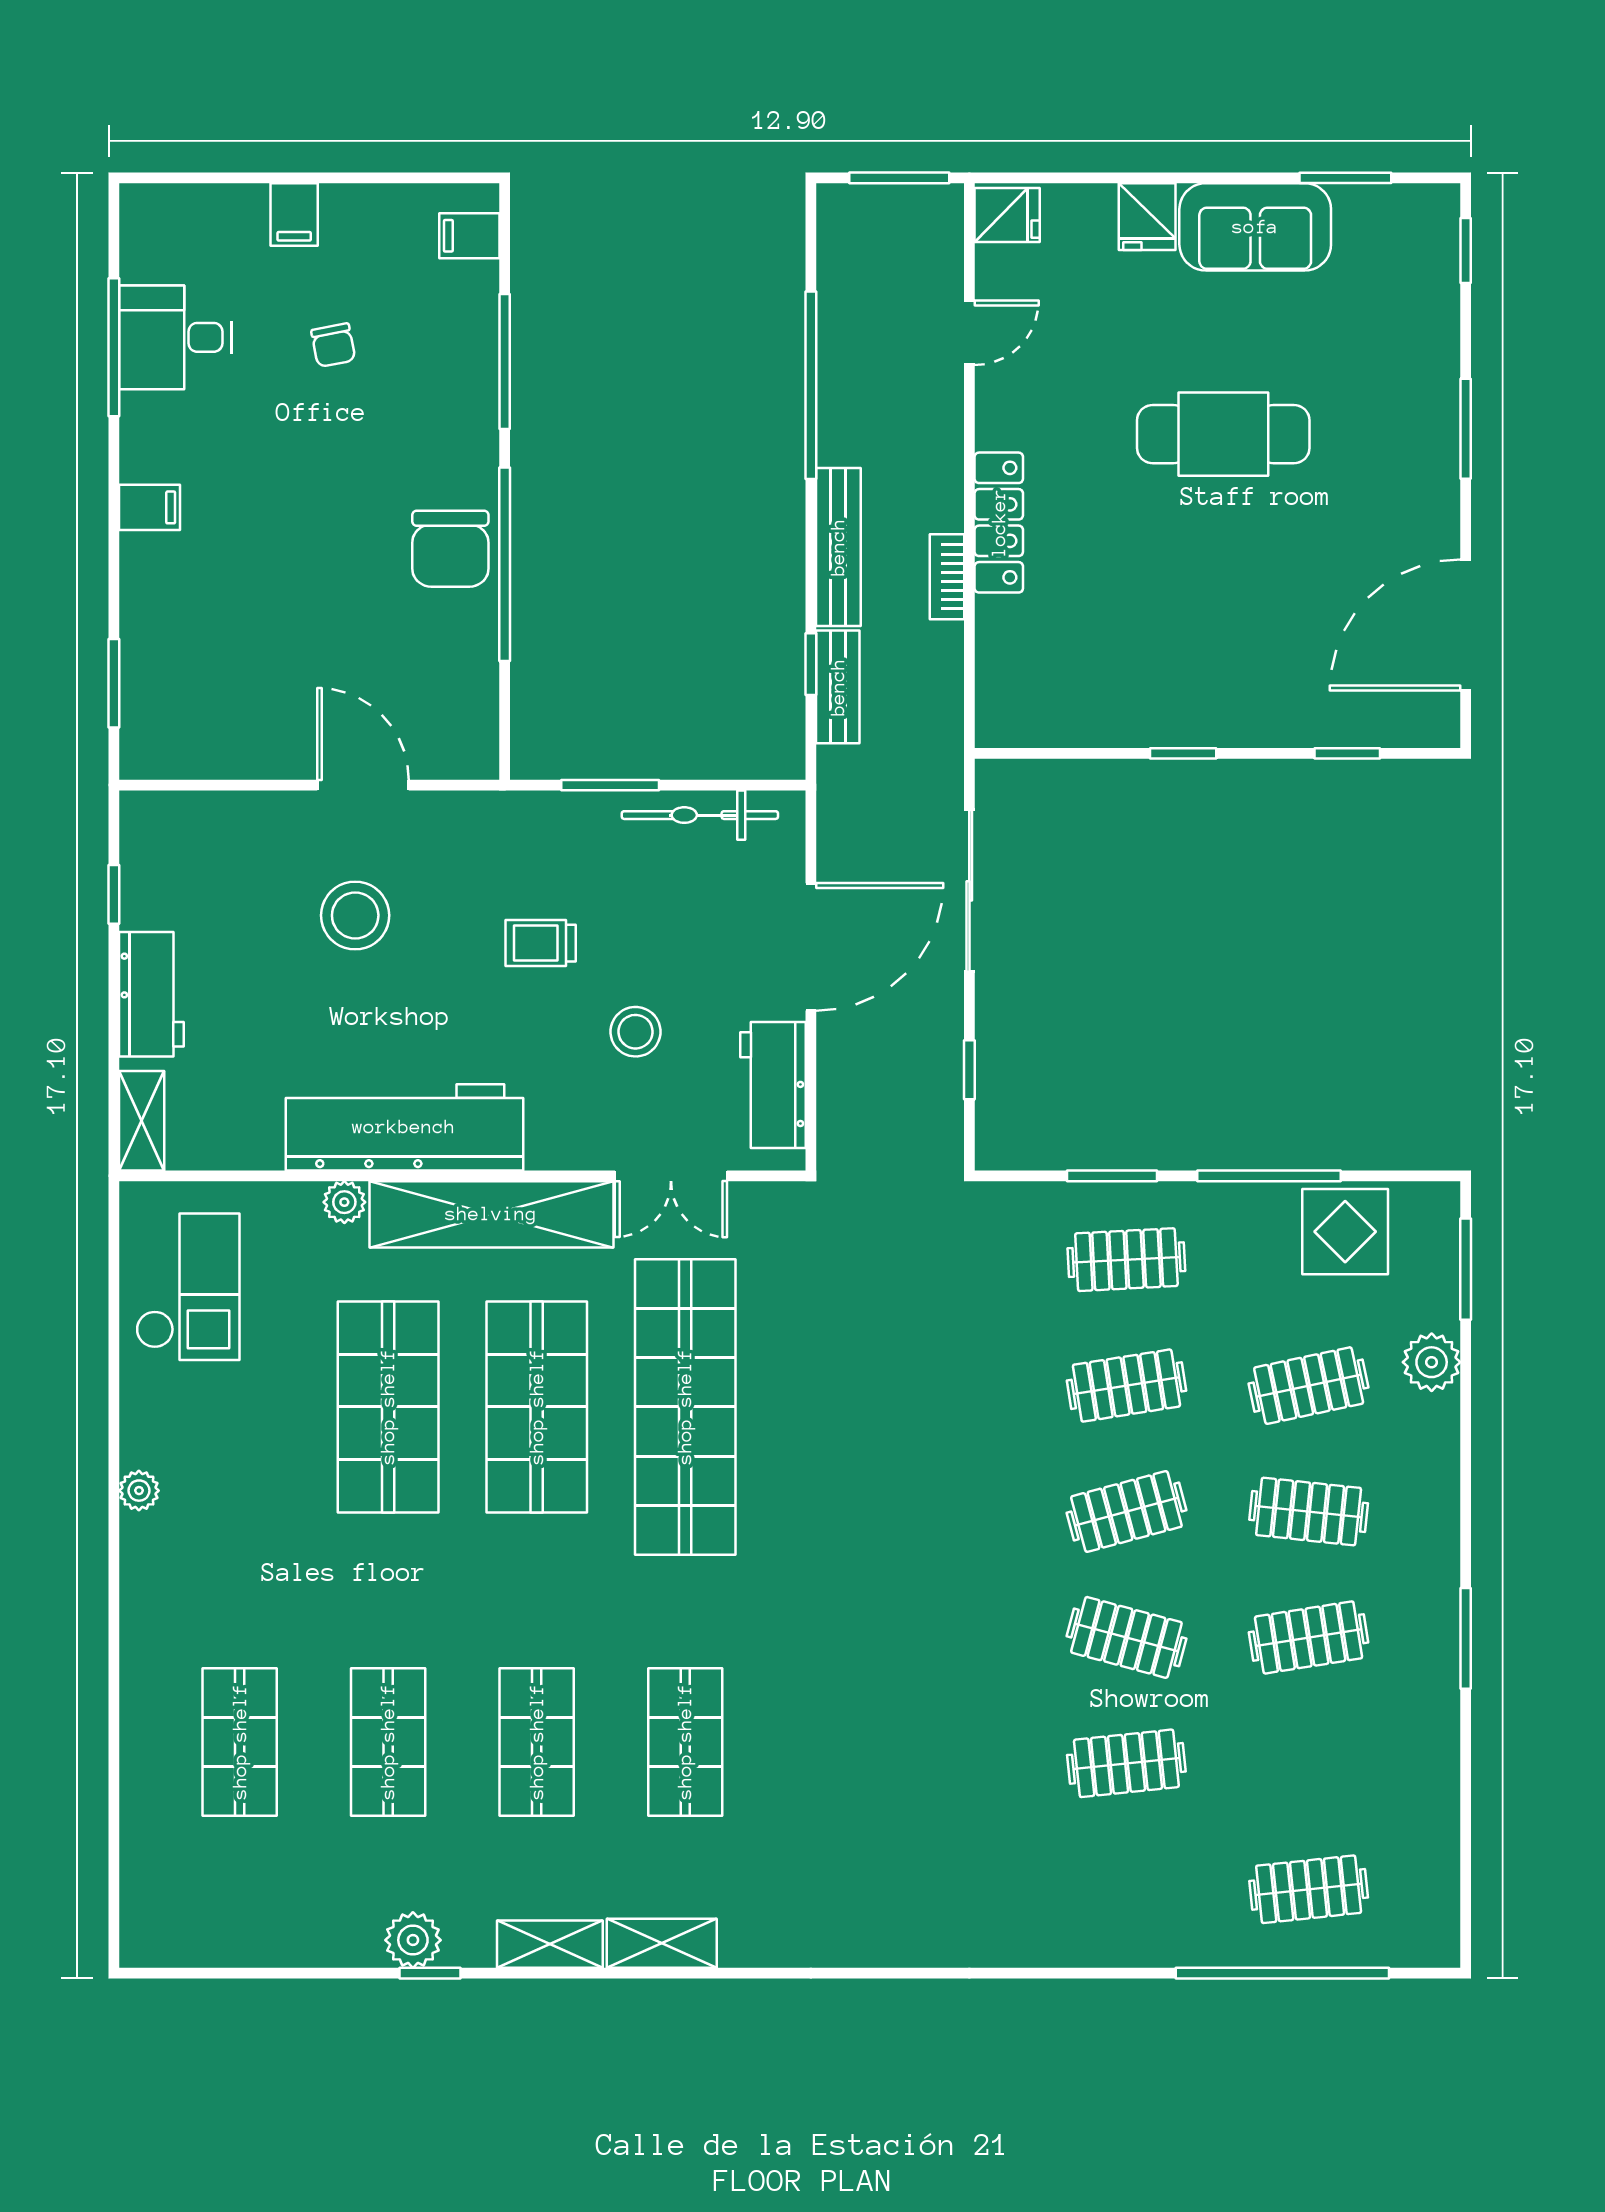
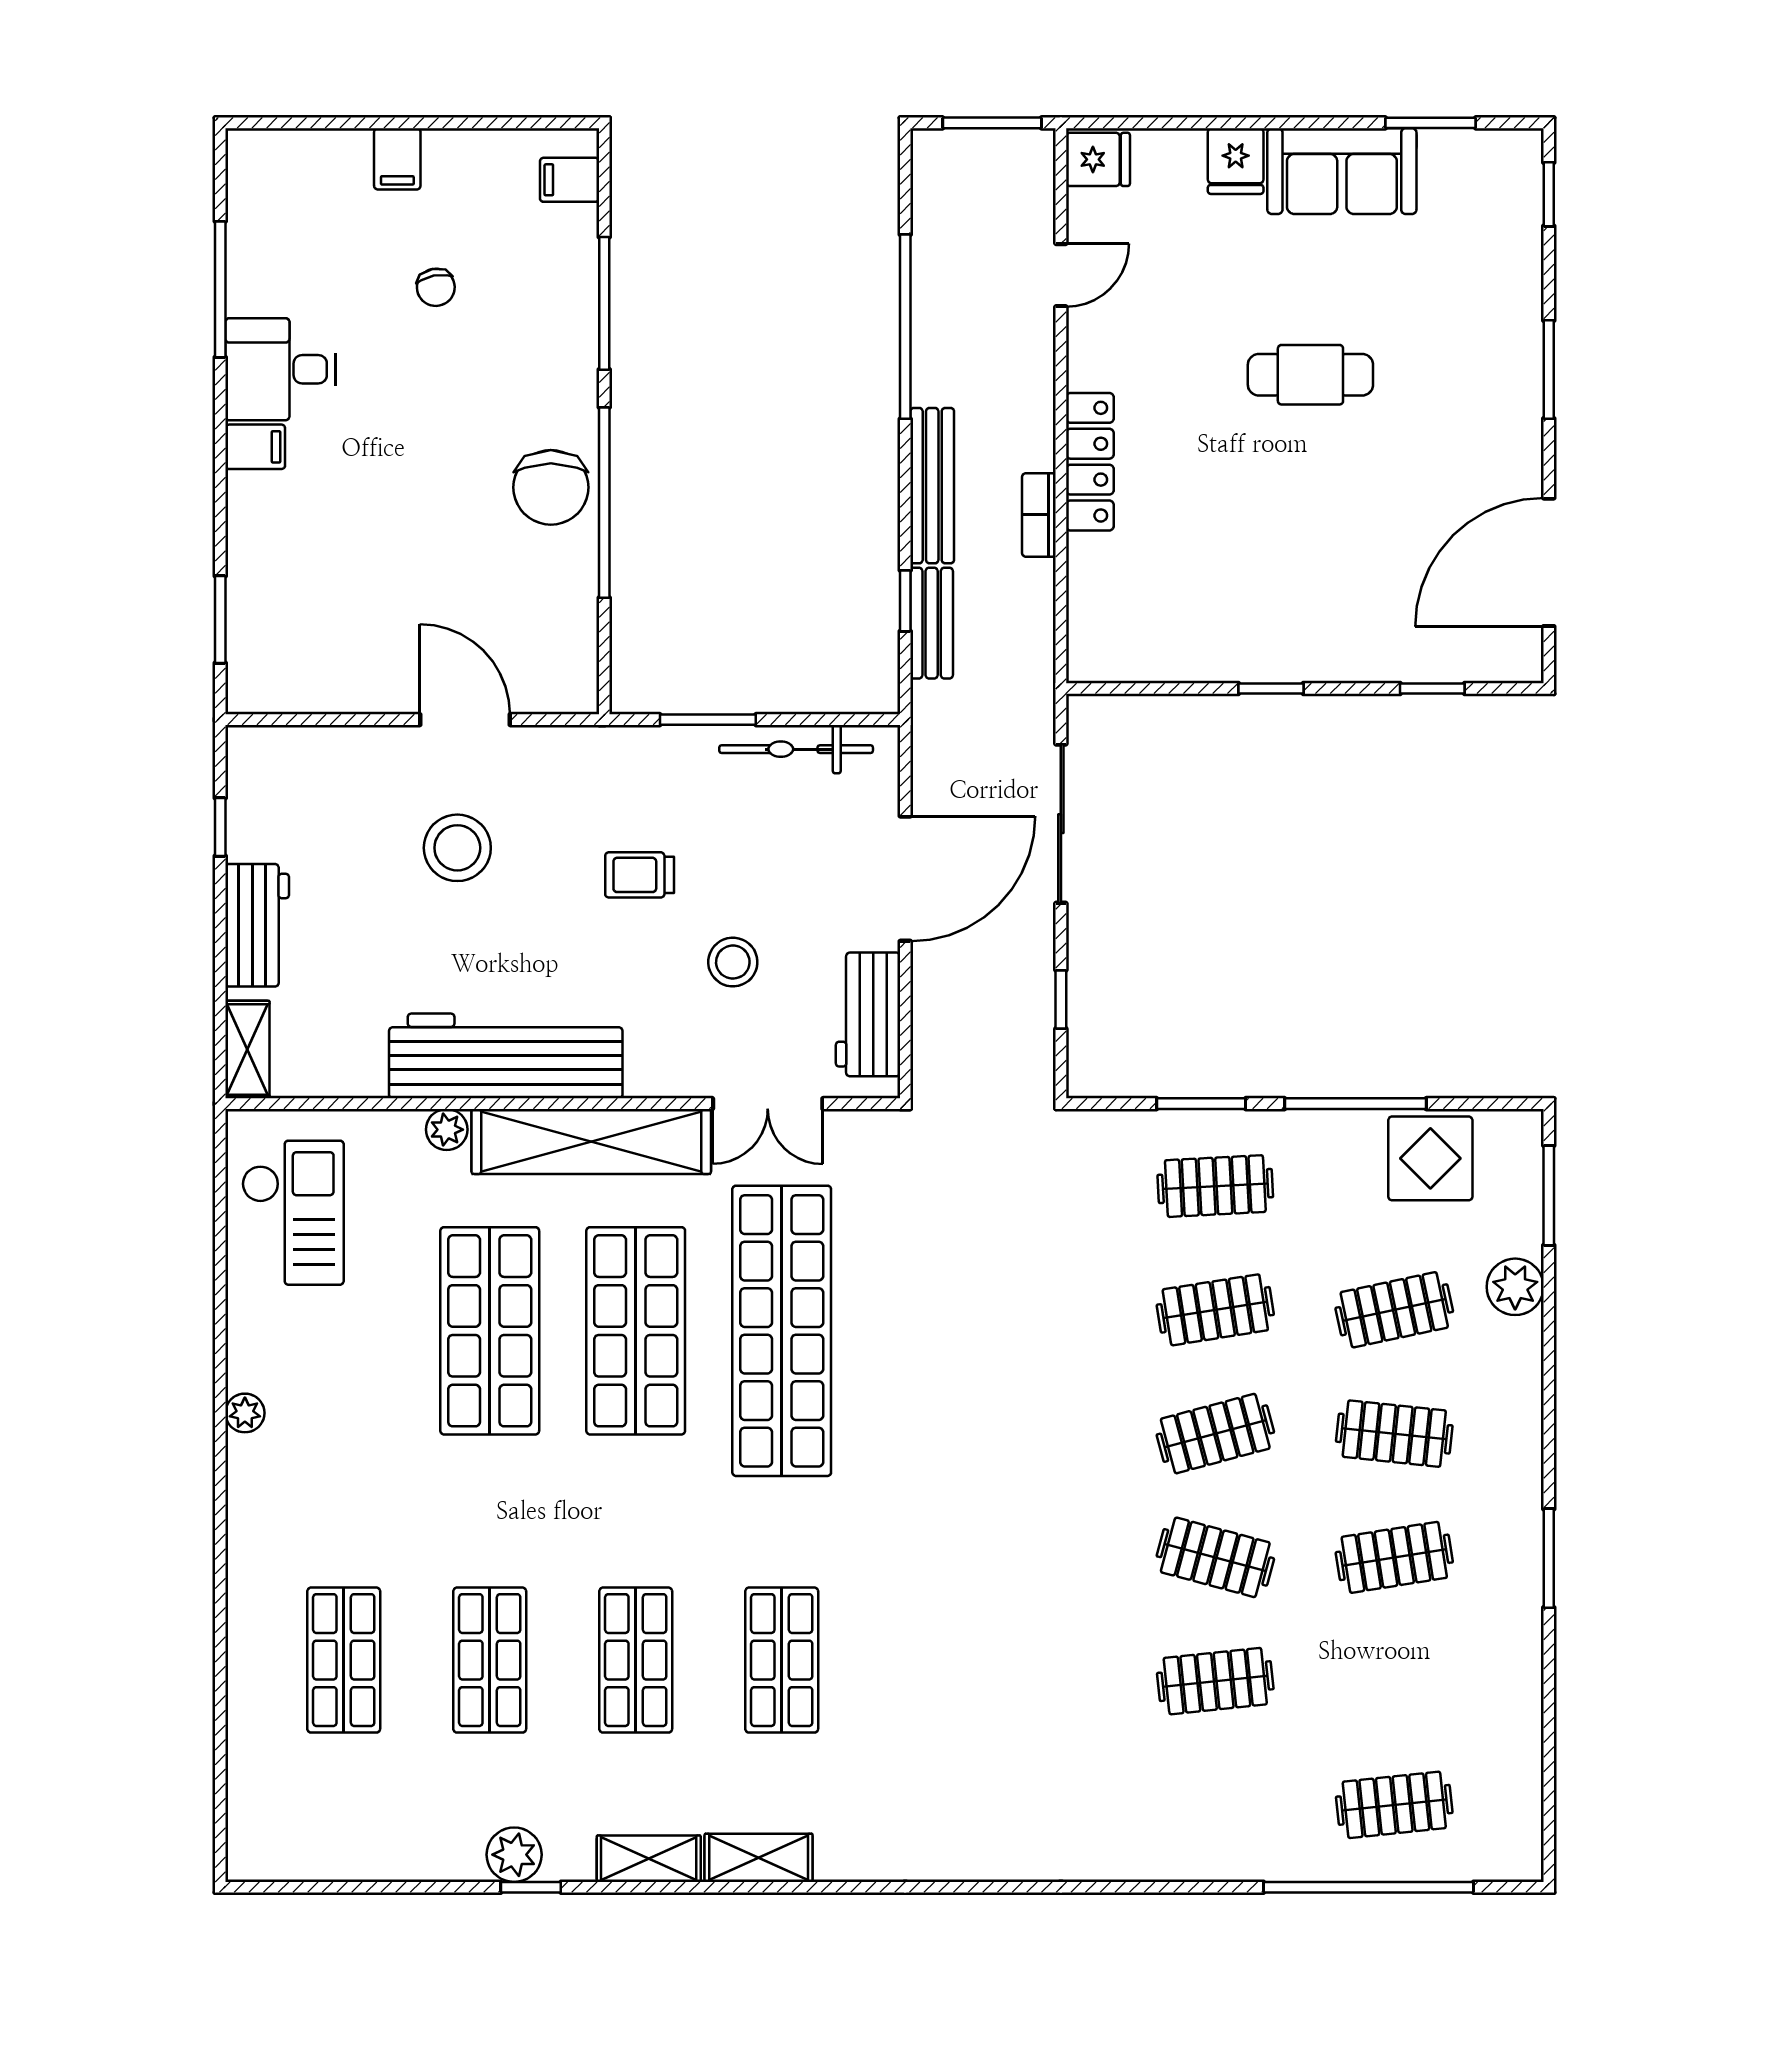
desk: (175, 337) -> (280, 369), moved
cafe table: (1223, 434) -> (1310, 375), width x0.73, depth x0.74

